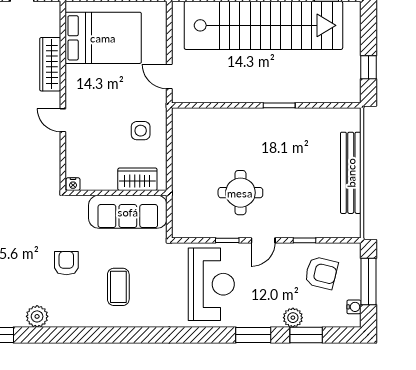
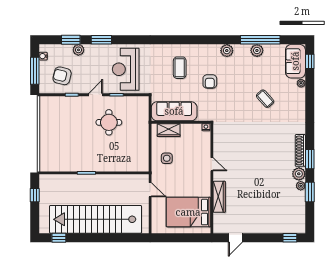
bench: (351, 173) -> (45, 134), removed

